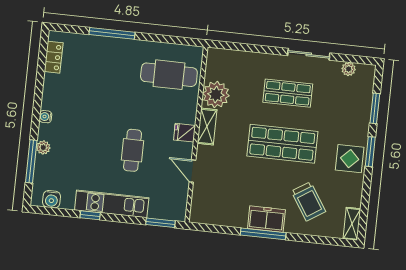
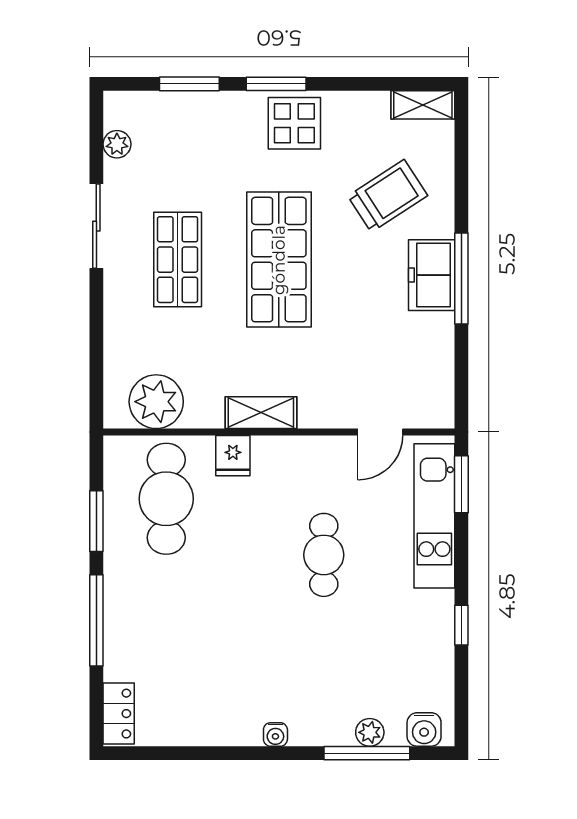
window: (162, 39) -> (96, 521), added
locker: (54, 57) -> (119, 714), moved, turned 90
plant: (216, 95) -> (156, 402), moved
fridge: (185, 133) -> (233, 456), moved
plant: (43, 147) -> (370, 732), moved
cafe table: (133, 150) -> (324, 555), turned 90
door: (192, 171) -> (380, 432), moved
water cooler: (52, 199) -> (424, 729), moved, turned 90
kitchen unit: (112, 204) -> (434, 516), moved

